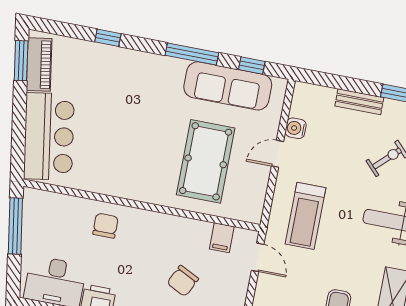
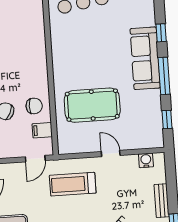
window: (108, 38) -> (161, 33), moved
sofa: (228, 86) -> (145, 58), moved
water cooler: (296, 128) -> (146, 160), moved
chair: (105, 226) -> (34, 106), moved

